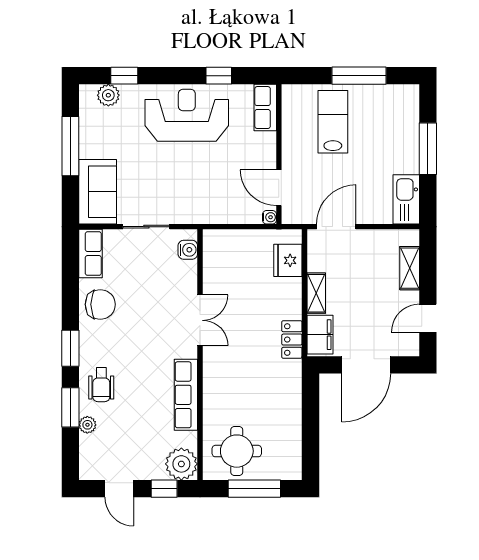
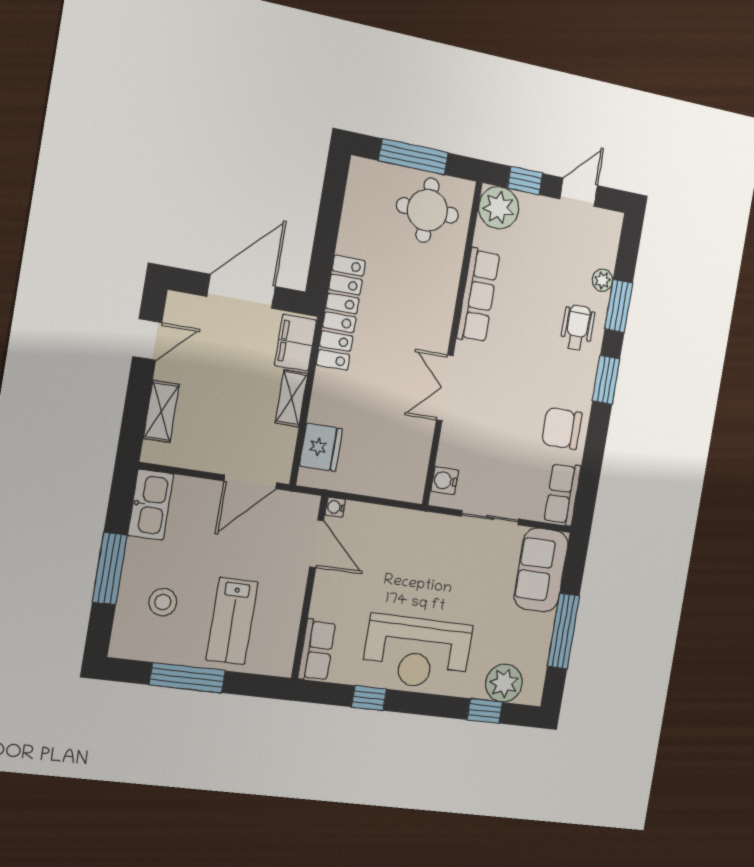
plant: (108, 95) -> (504, 683), width x1.36, depth x1.36
stool: (386, 129) -> (163, 602), added
locker: (292, 340) -> (341, 313), width x2.16, depth x1.21
door: (119, 489) -> (579, 192), hinge flipped

